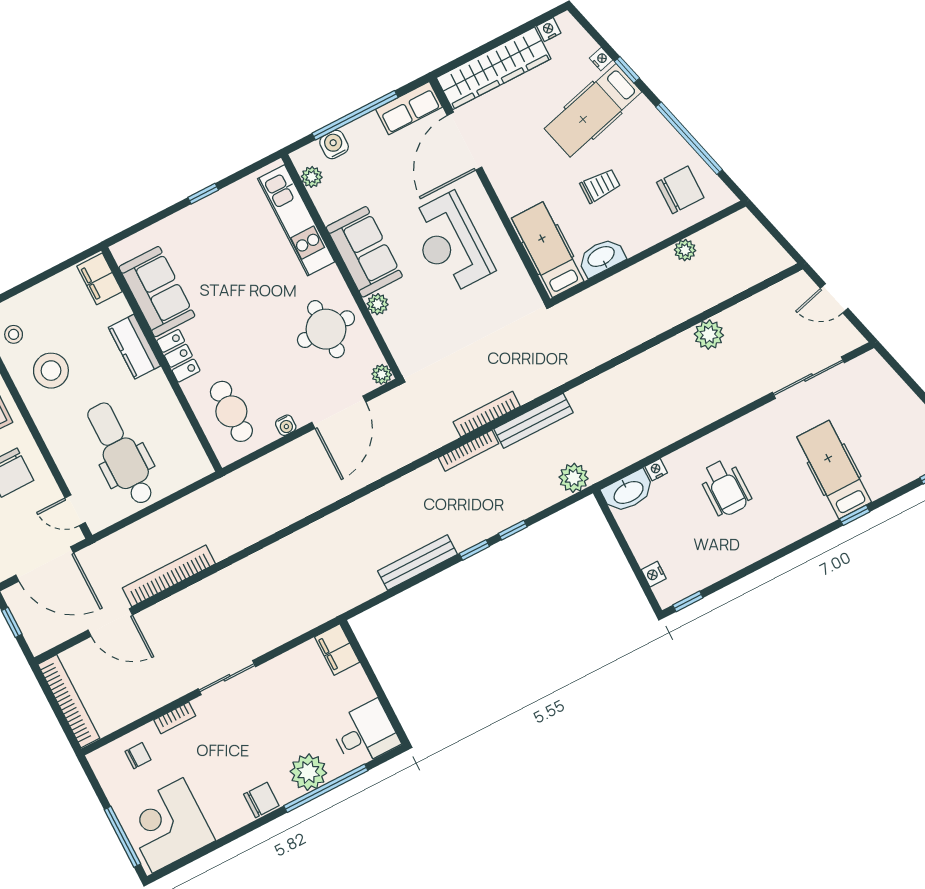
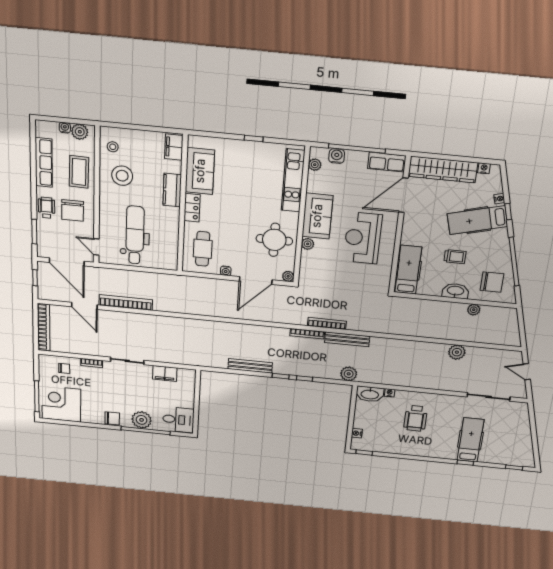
washbasin: (601, 257) -> (455, 291), moved
filing cabinet: (337, 650) -> (165, 373), moved, turned -90

